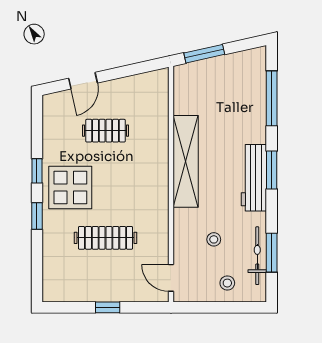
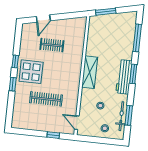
shelving: (186, 161) -> (90, 72), width x0.68
window: (108, 307) -> (53, 135), moved

